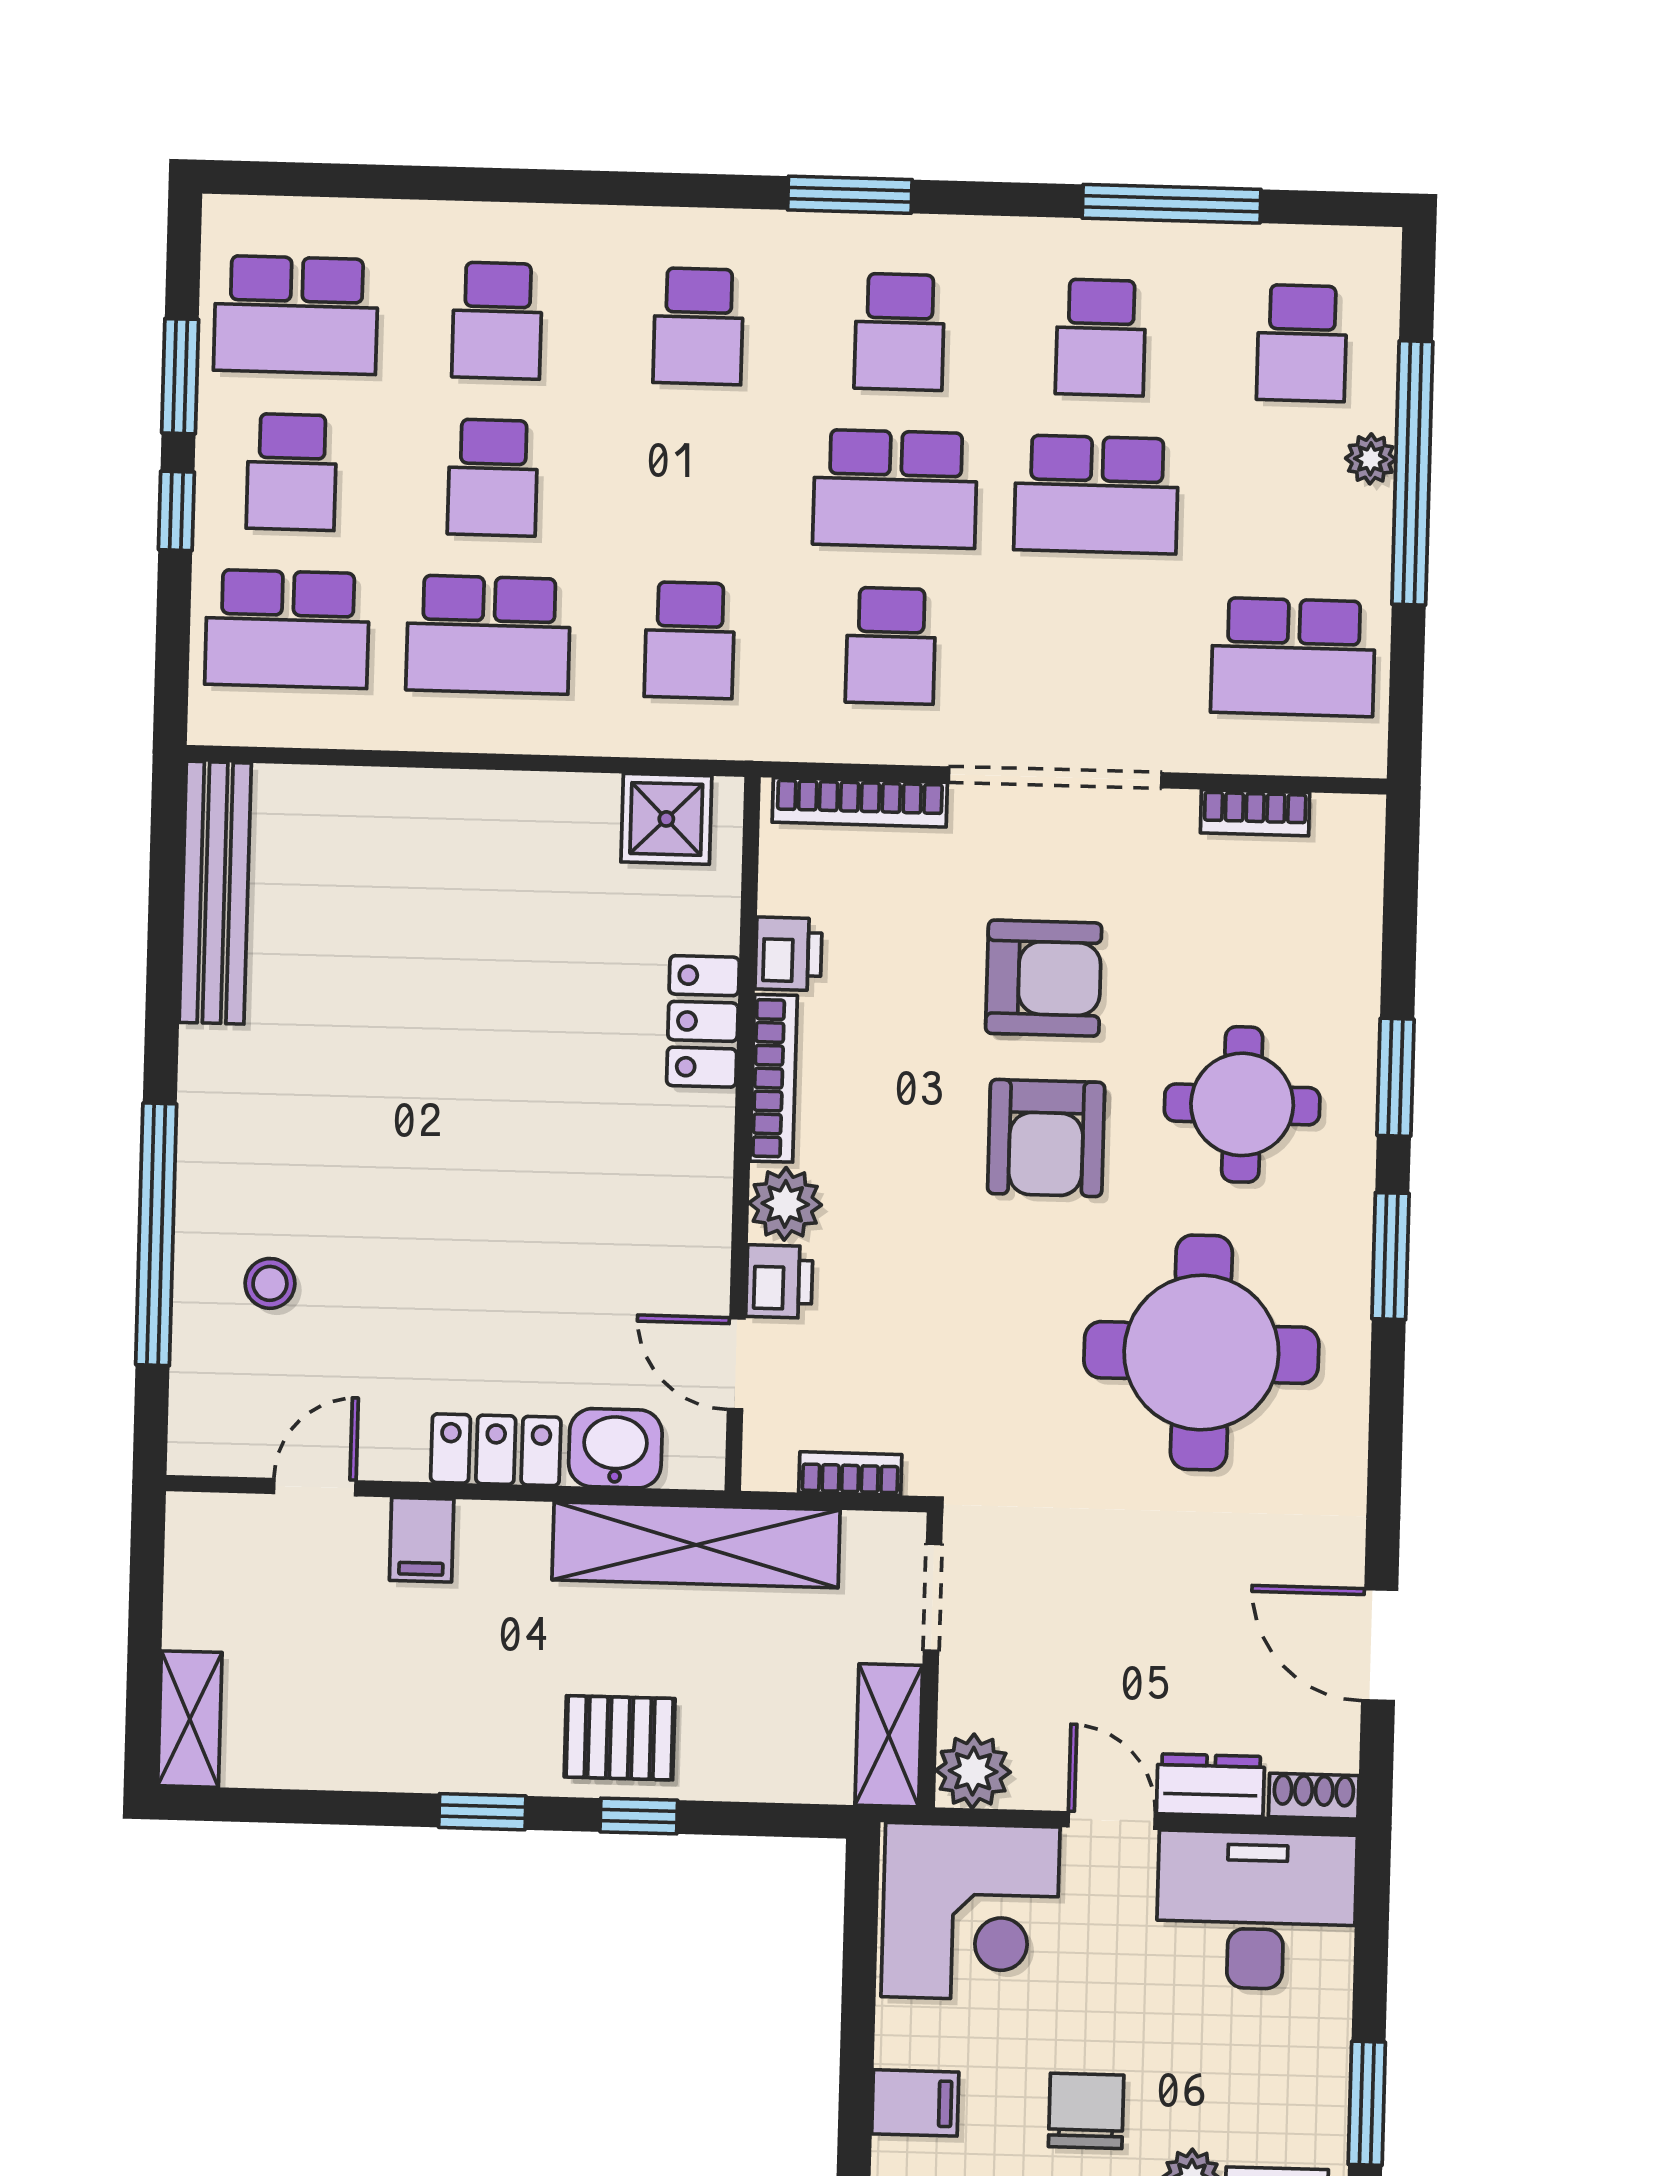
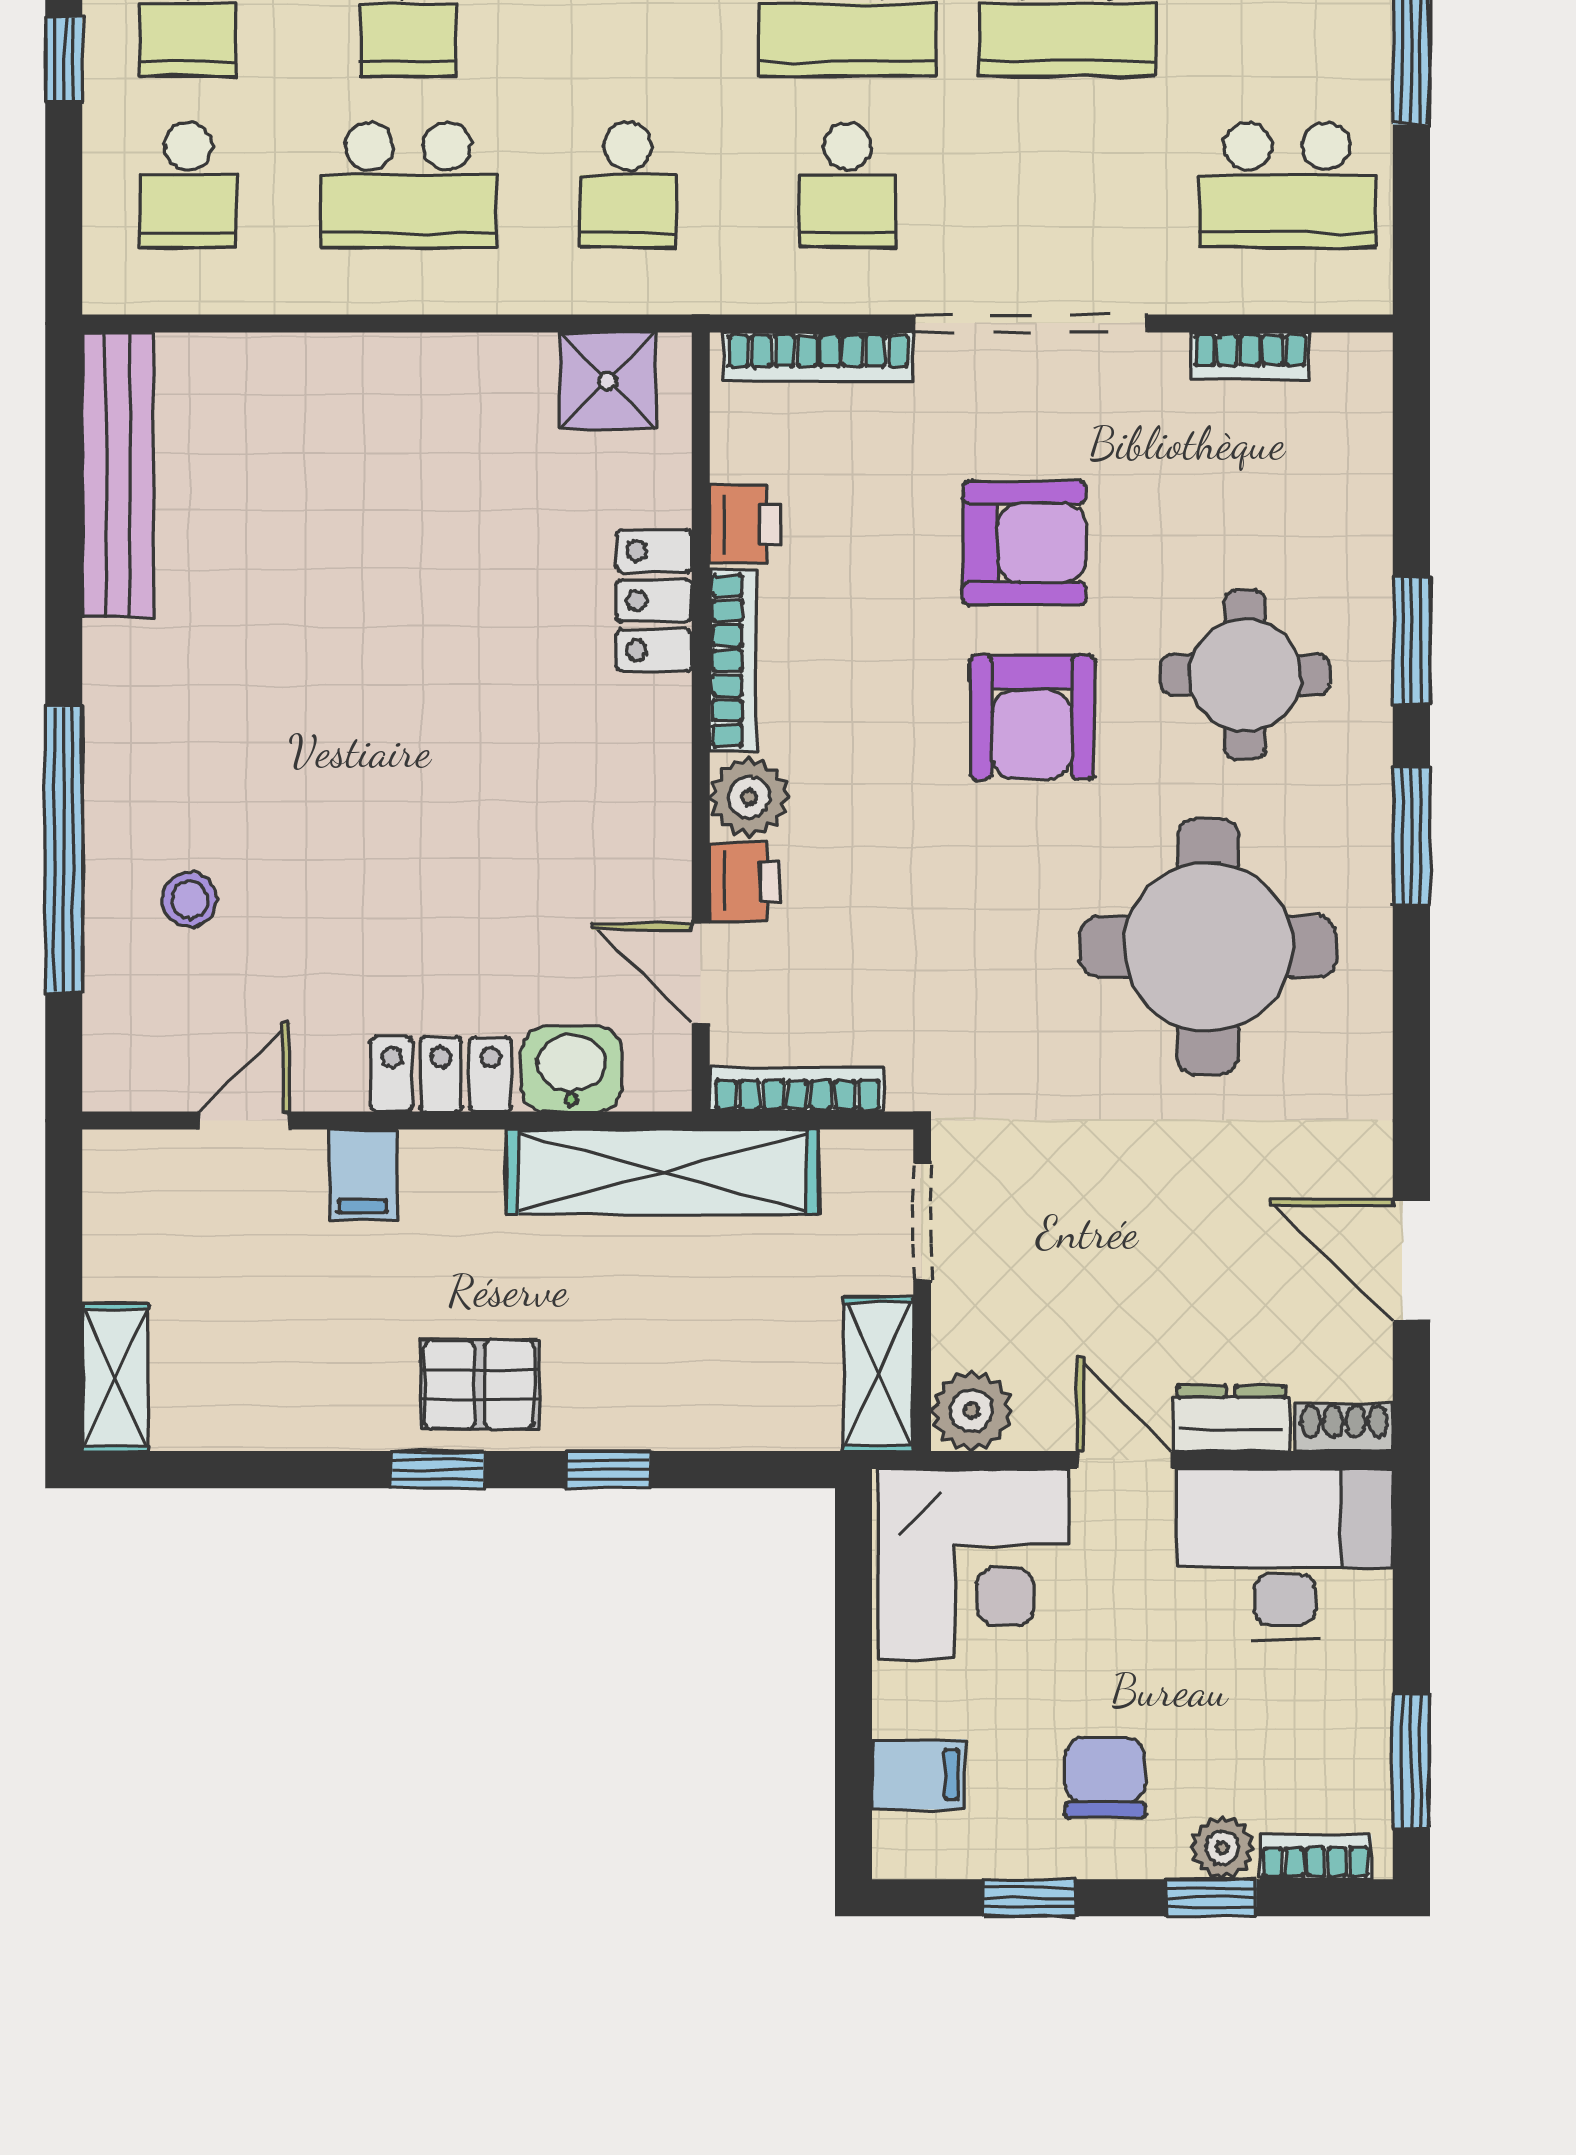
school desk: (287, 629) -> (188, 185), width x0.54
bookcase: (850, 1474) -> (797, 1089), width x1.56
pallet: (620, 1738) -> (479, 1384), moved

